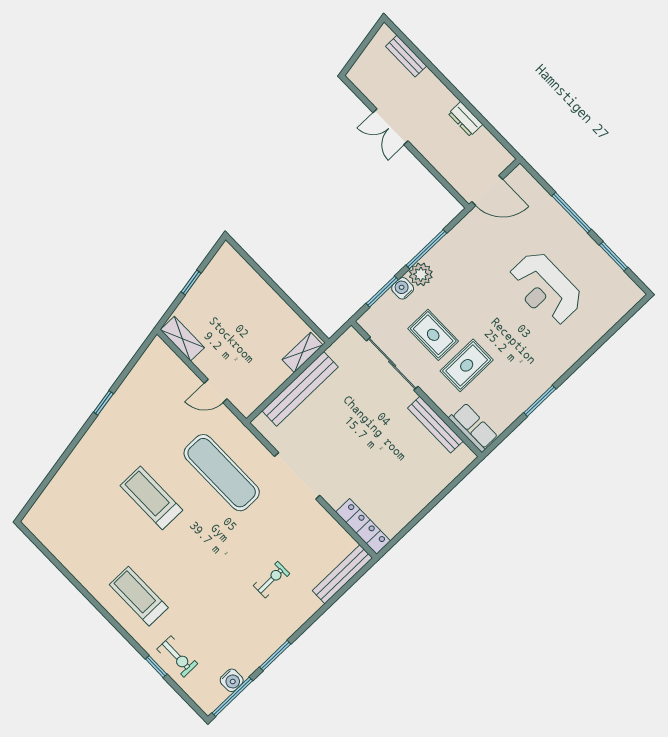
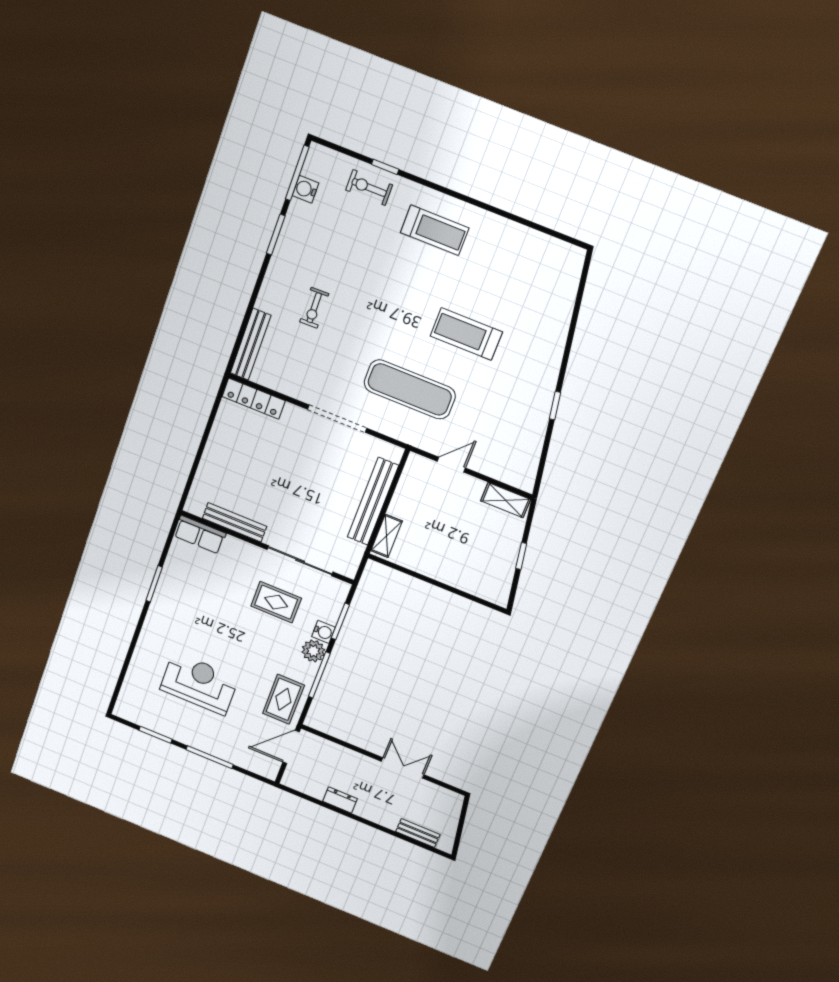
rug: (467, 365) -> (283, 699), moved
treadmill: (151, 498) -> (466, 334), turned 180

